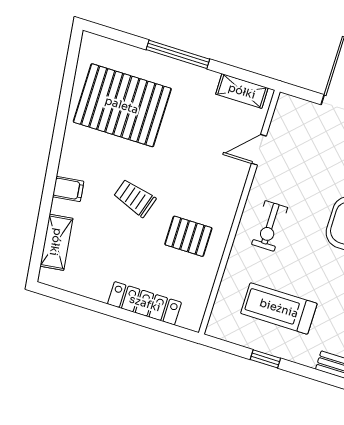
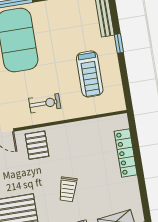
pallet: (188, 236) -> (37, 145), moved
window: (265, 359) -> (119, 43), moved

